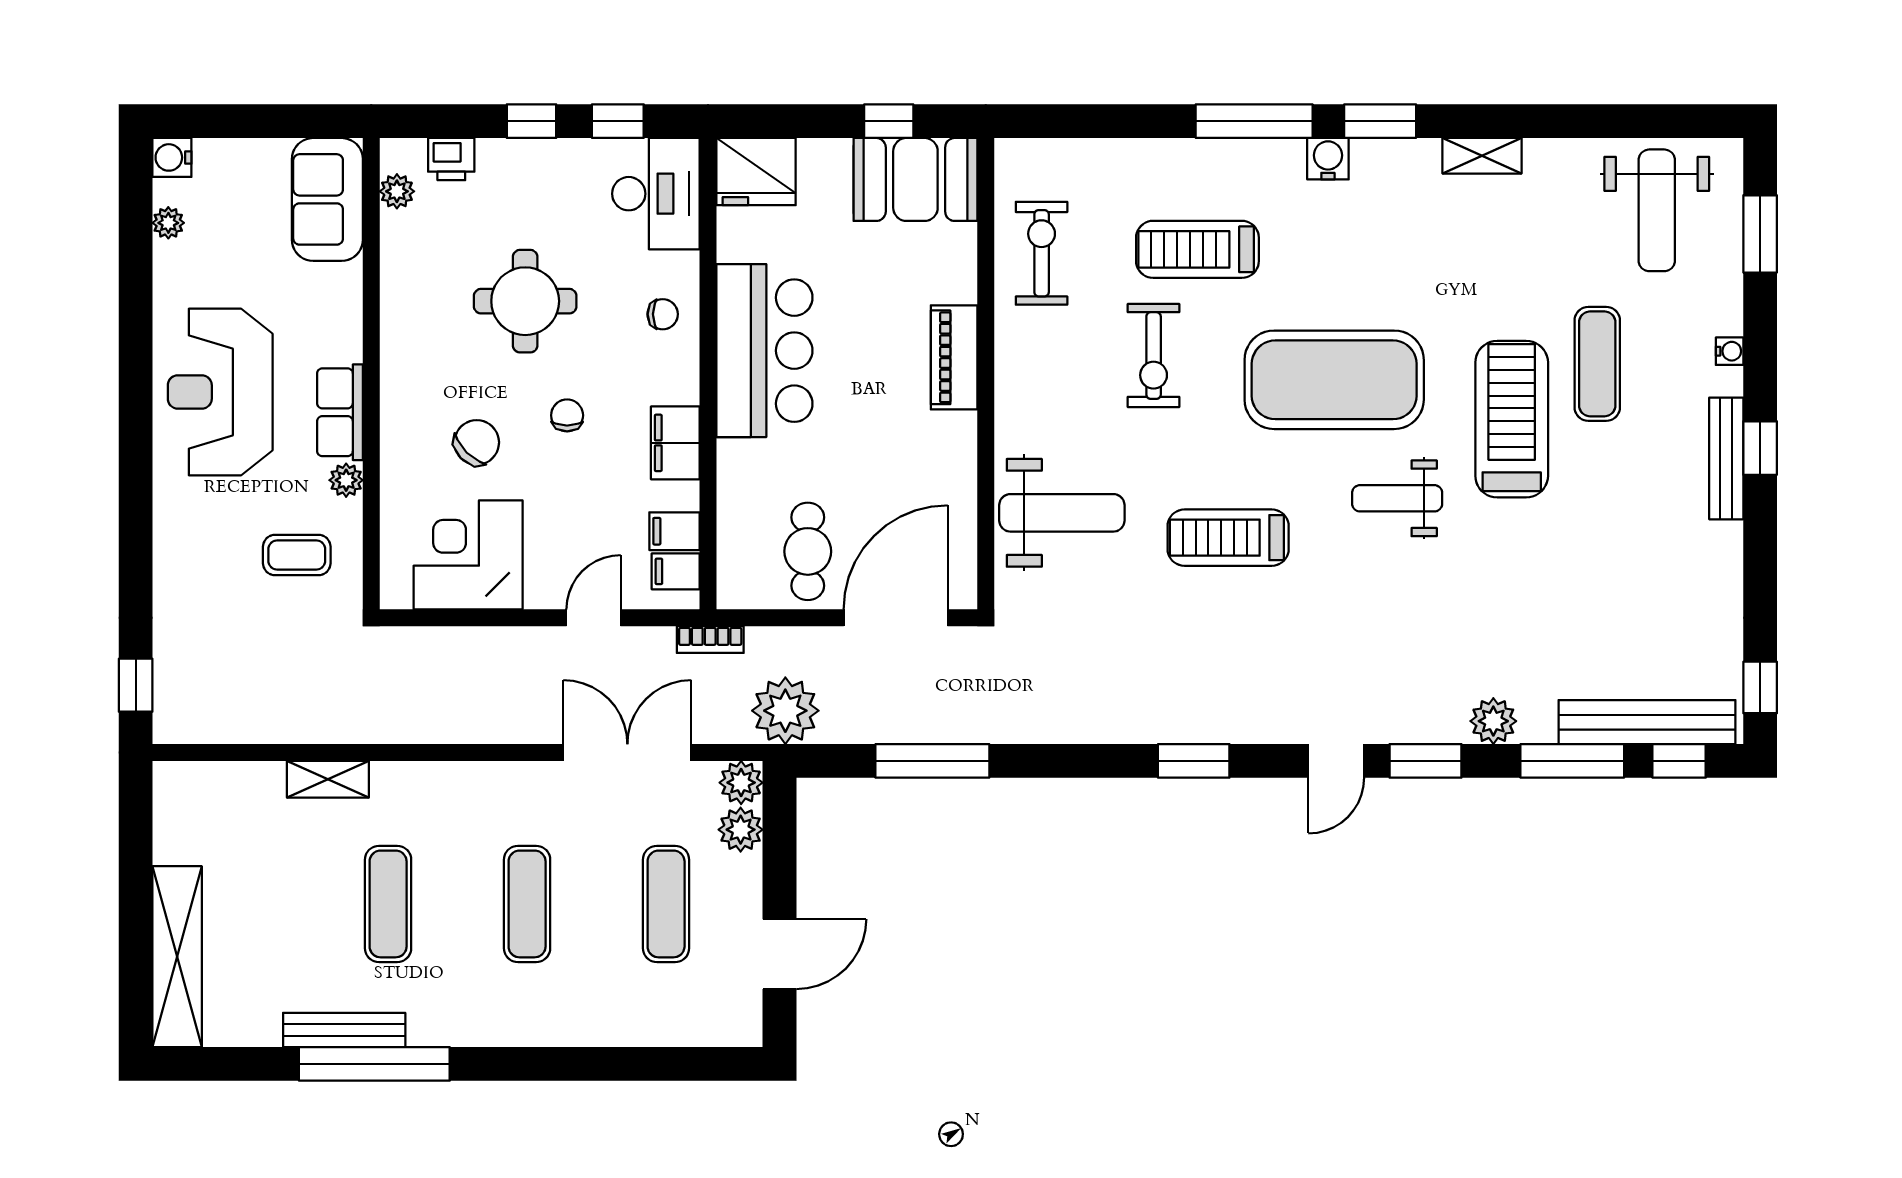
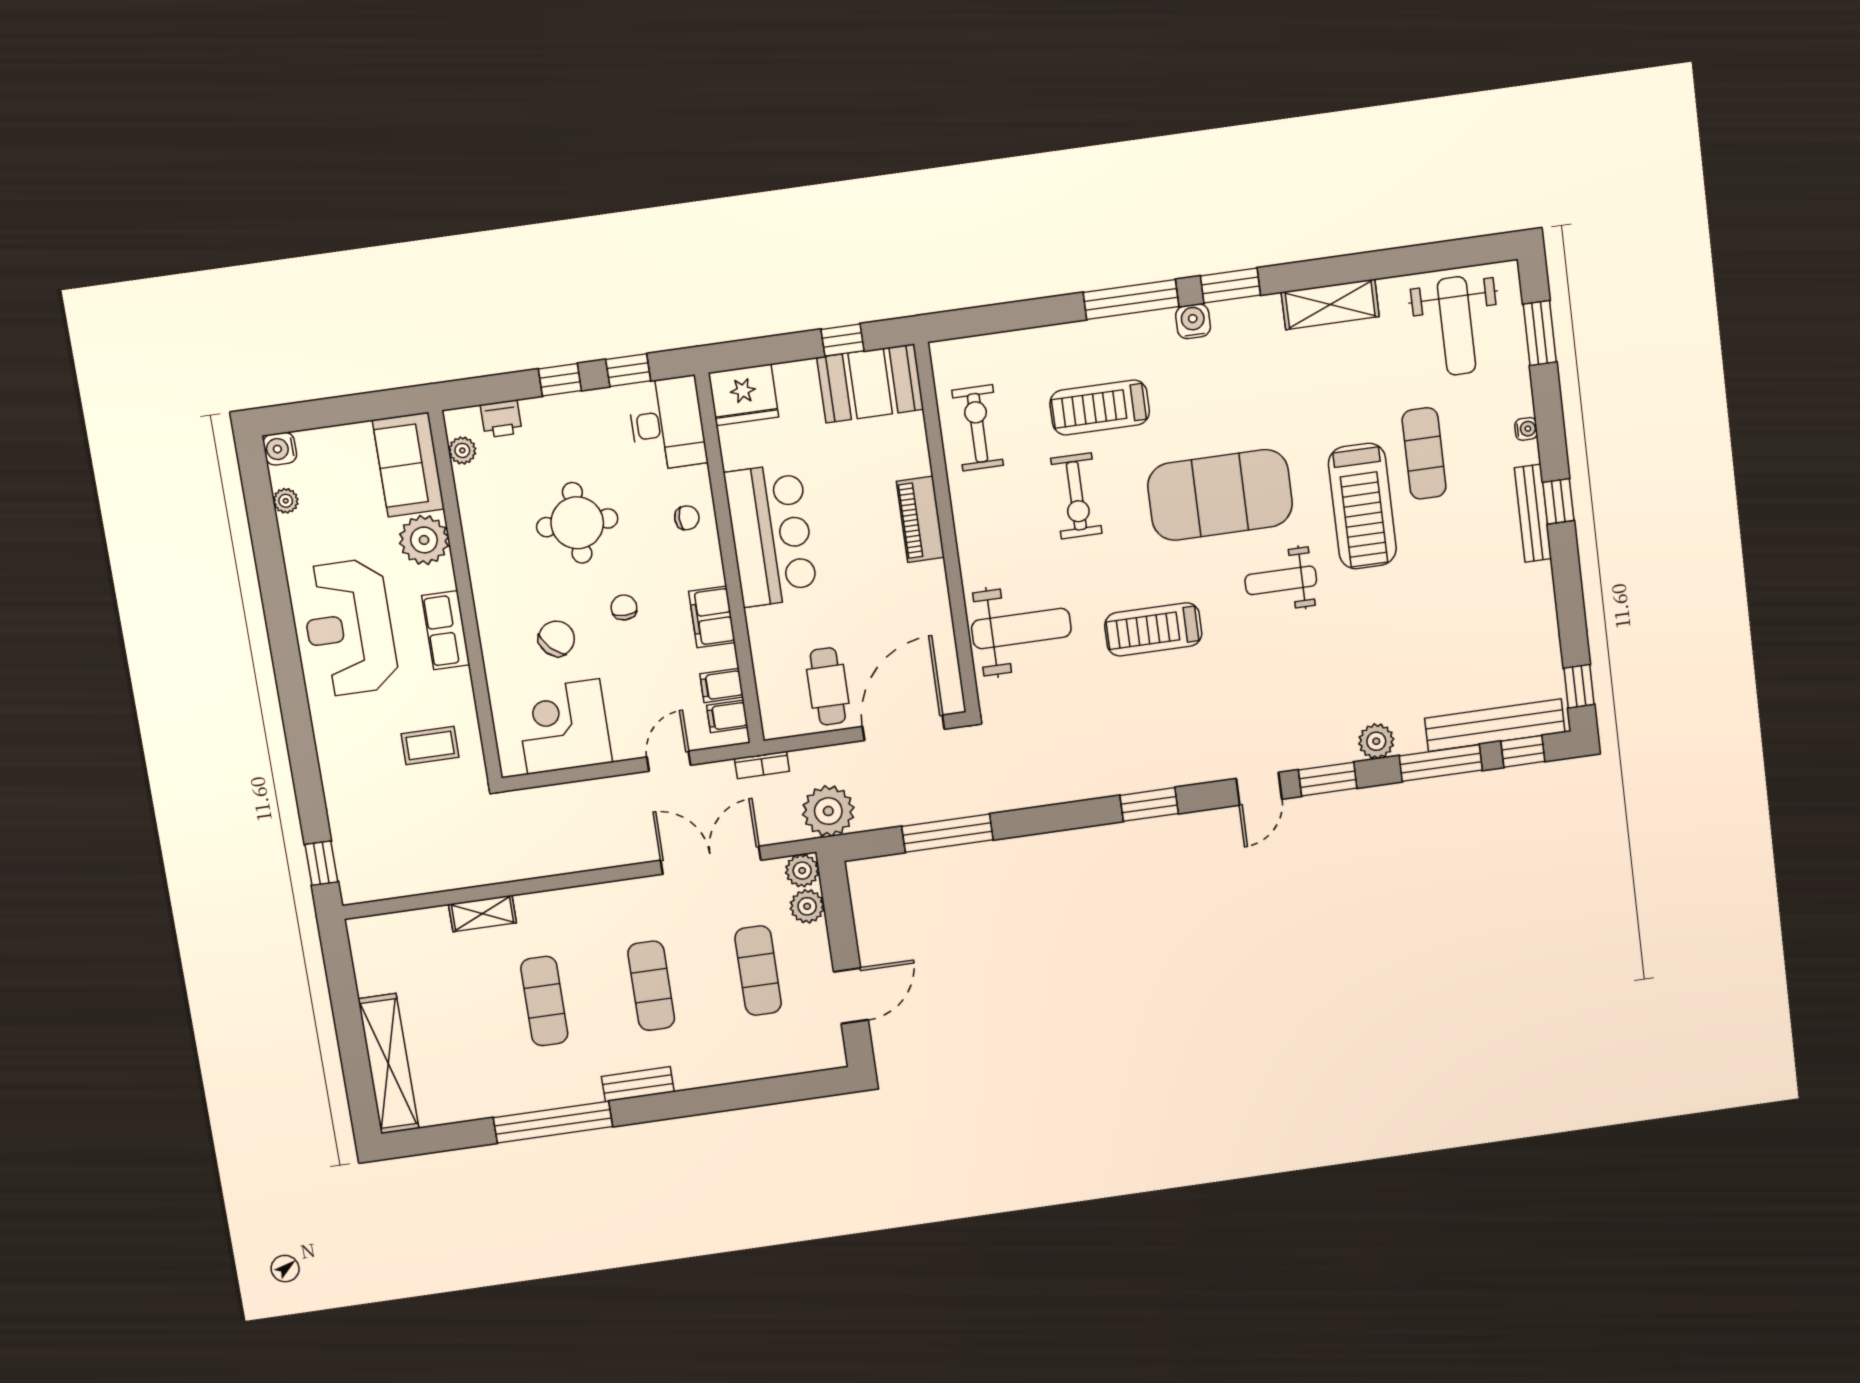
shelving: (1482, 156) -> (1330, 304), width x1.50, depth x1.33
treadmill: (1512, 419) -> (1362, 506), turned 180
plant: (346, 480) -> (424, 540), moved, width x1.87, depth x1.87
bench: (344, 1030) -> (638, 1084), moved, width x0.73

